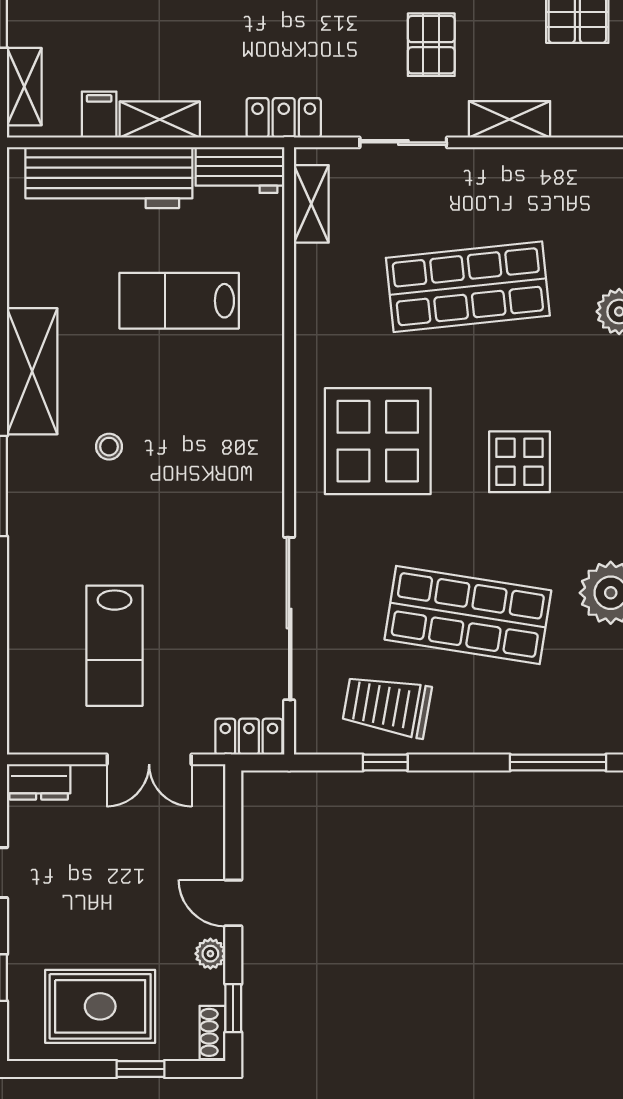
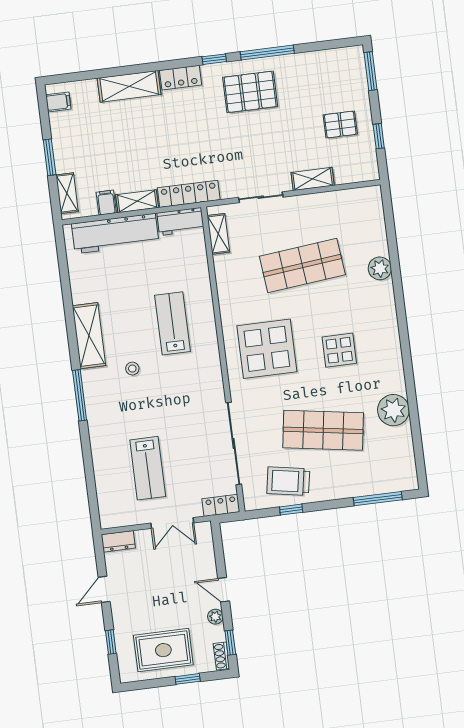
pallet: (431, 45) -> (269, 146), removed
locker: (284, 118) -> (189, 194), width x1.53
lab bench: (179, 301) -> (173, 323), moved, turned 90

